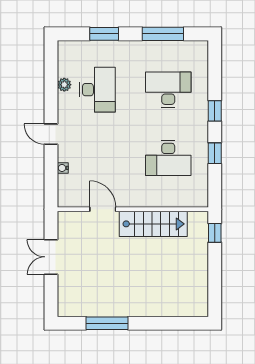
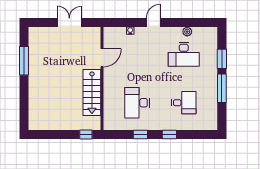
window: (163, 34) -> (222, 88), moved
desk: (168, 90) -> (184, 103), width x0.73

